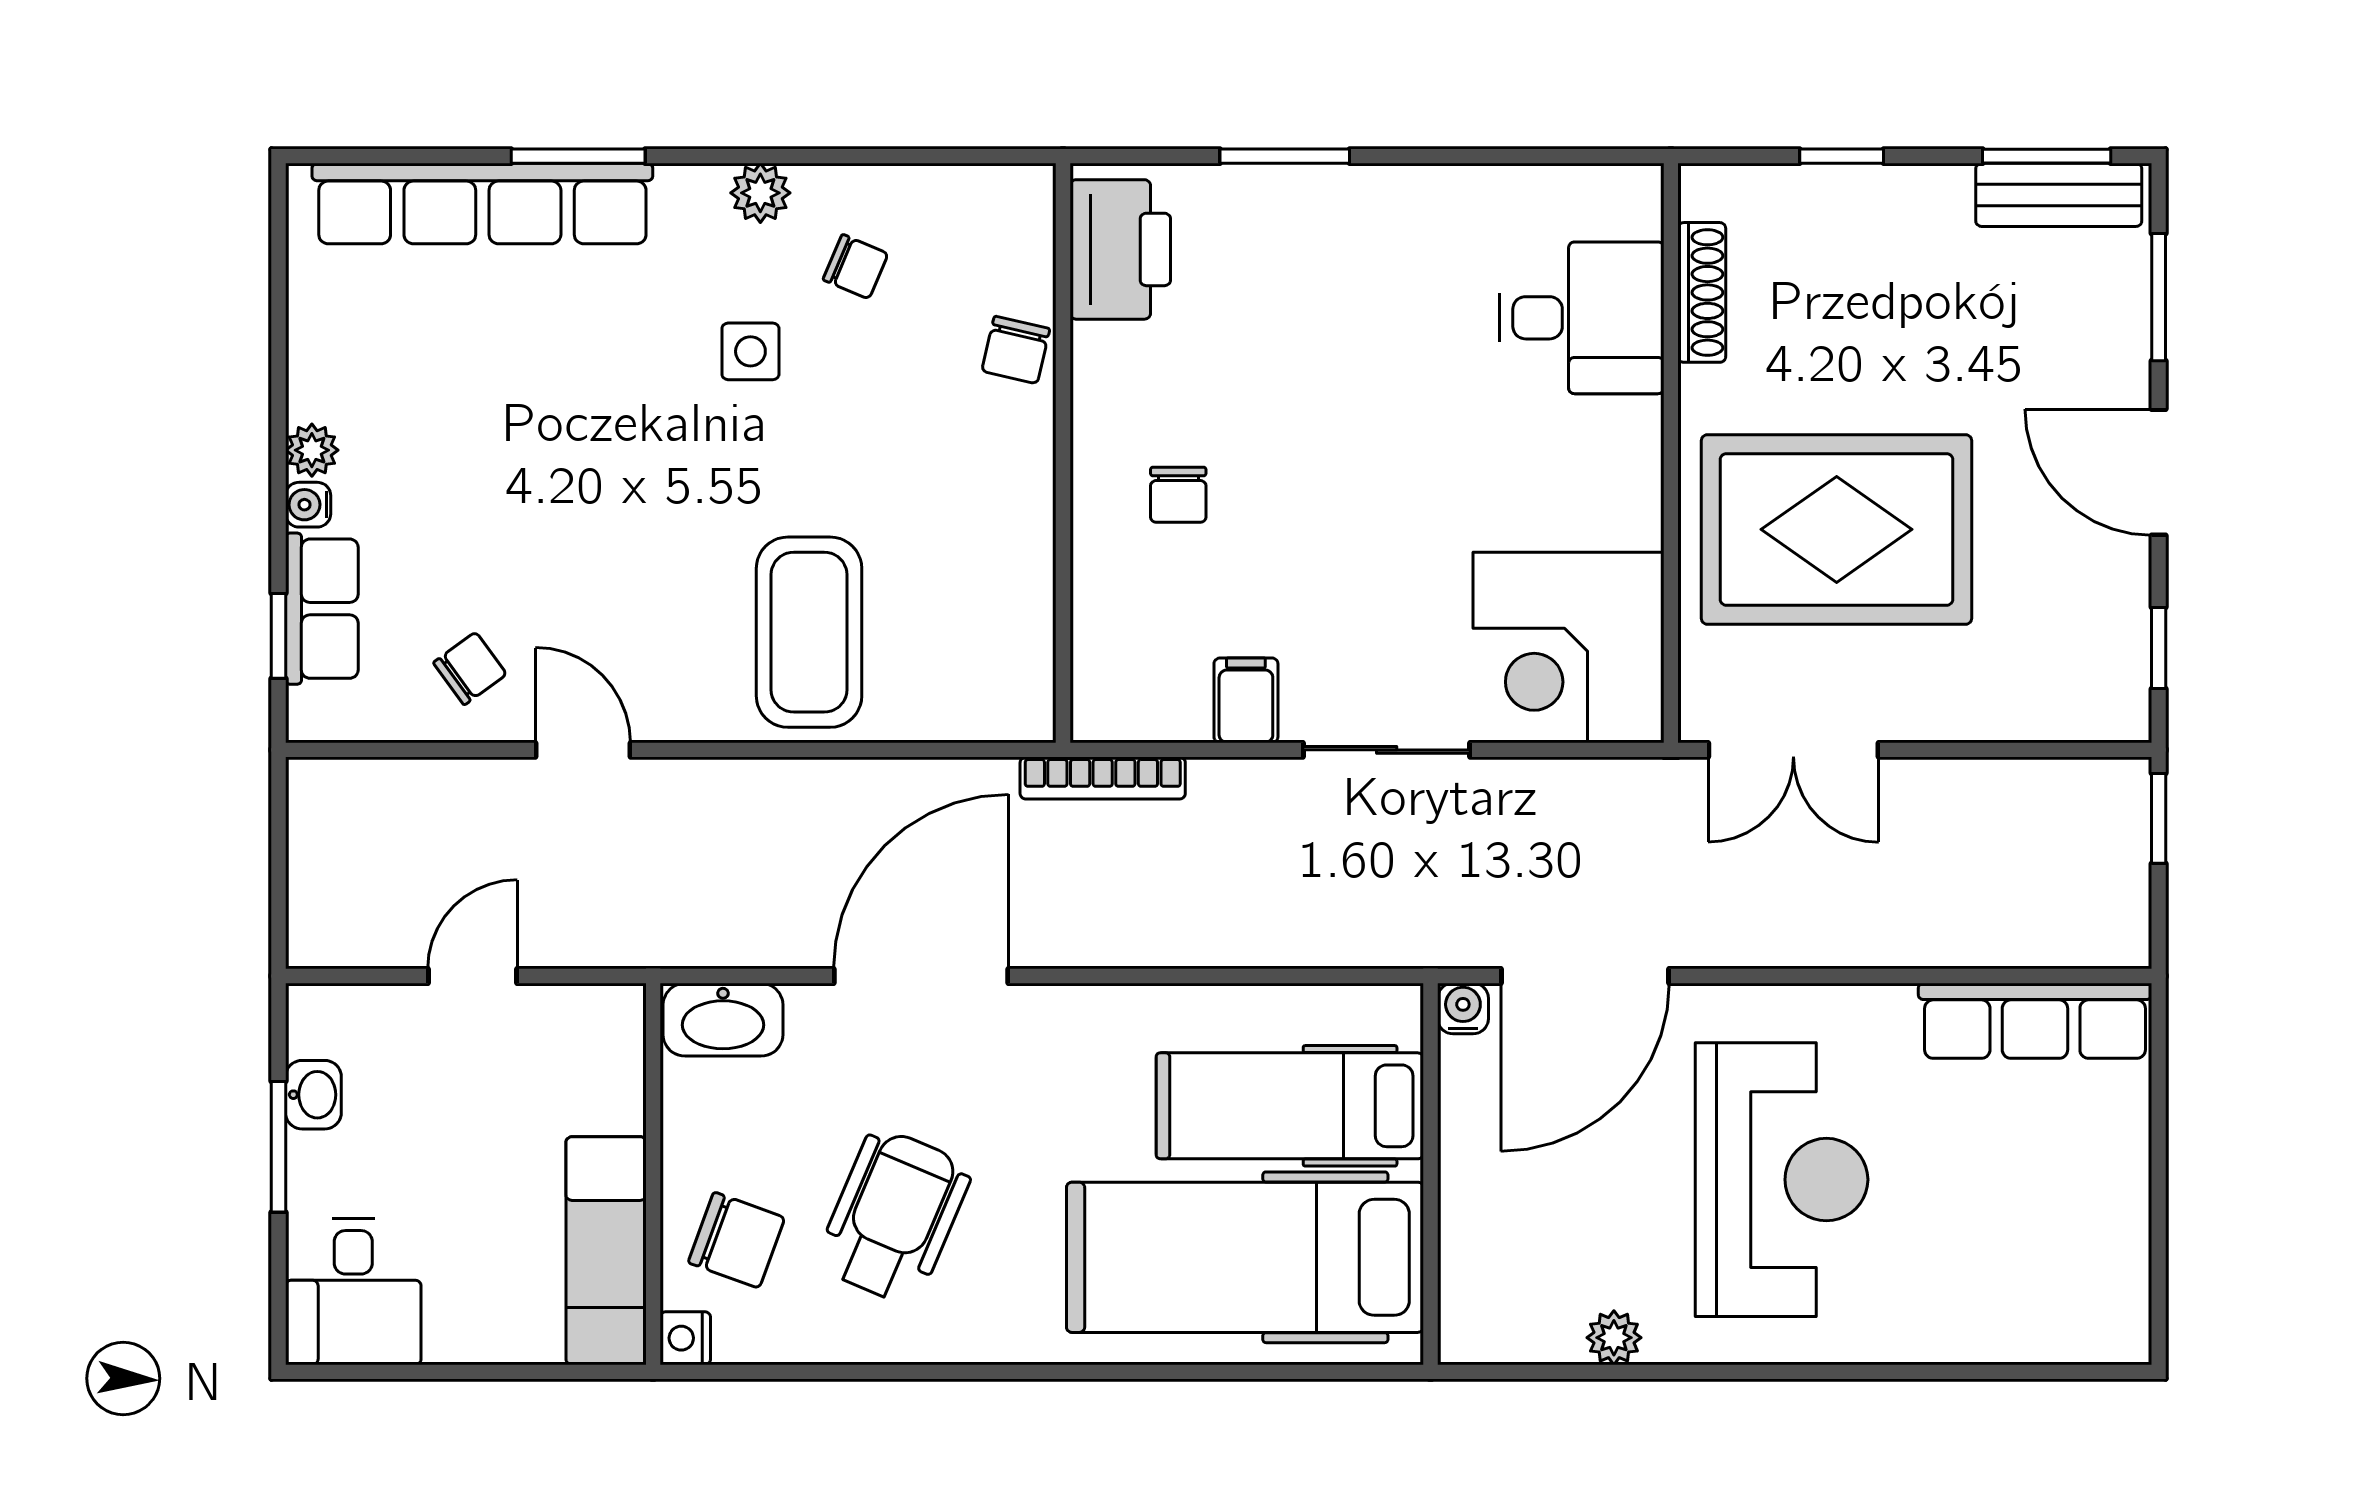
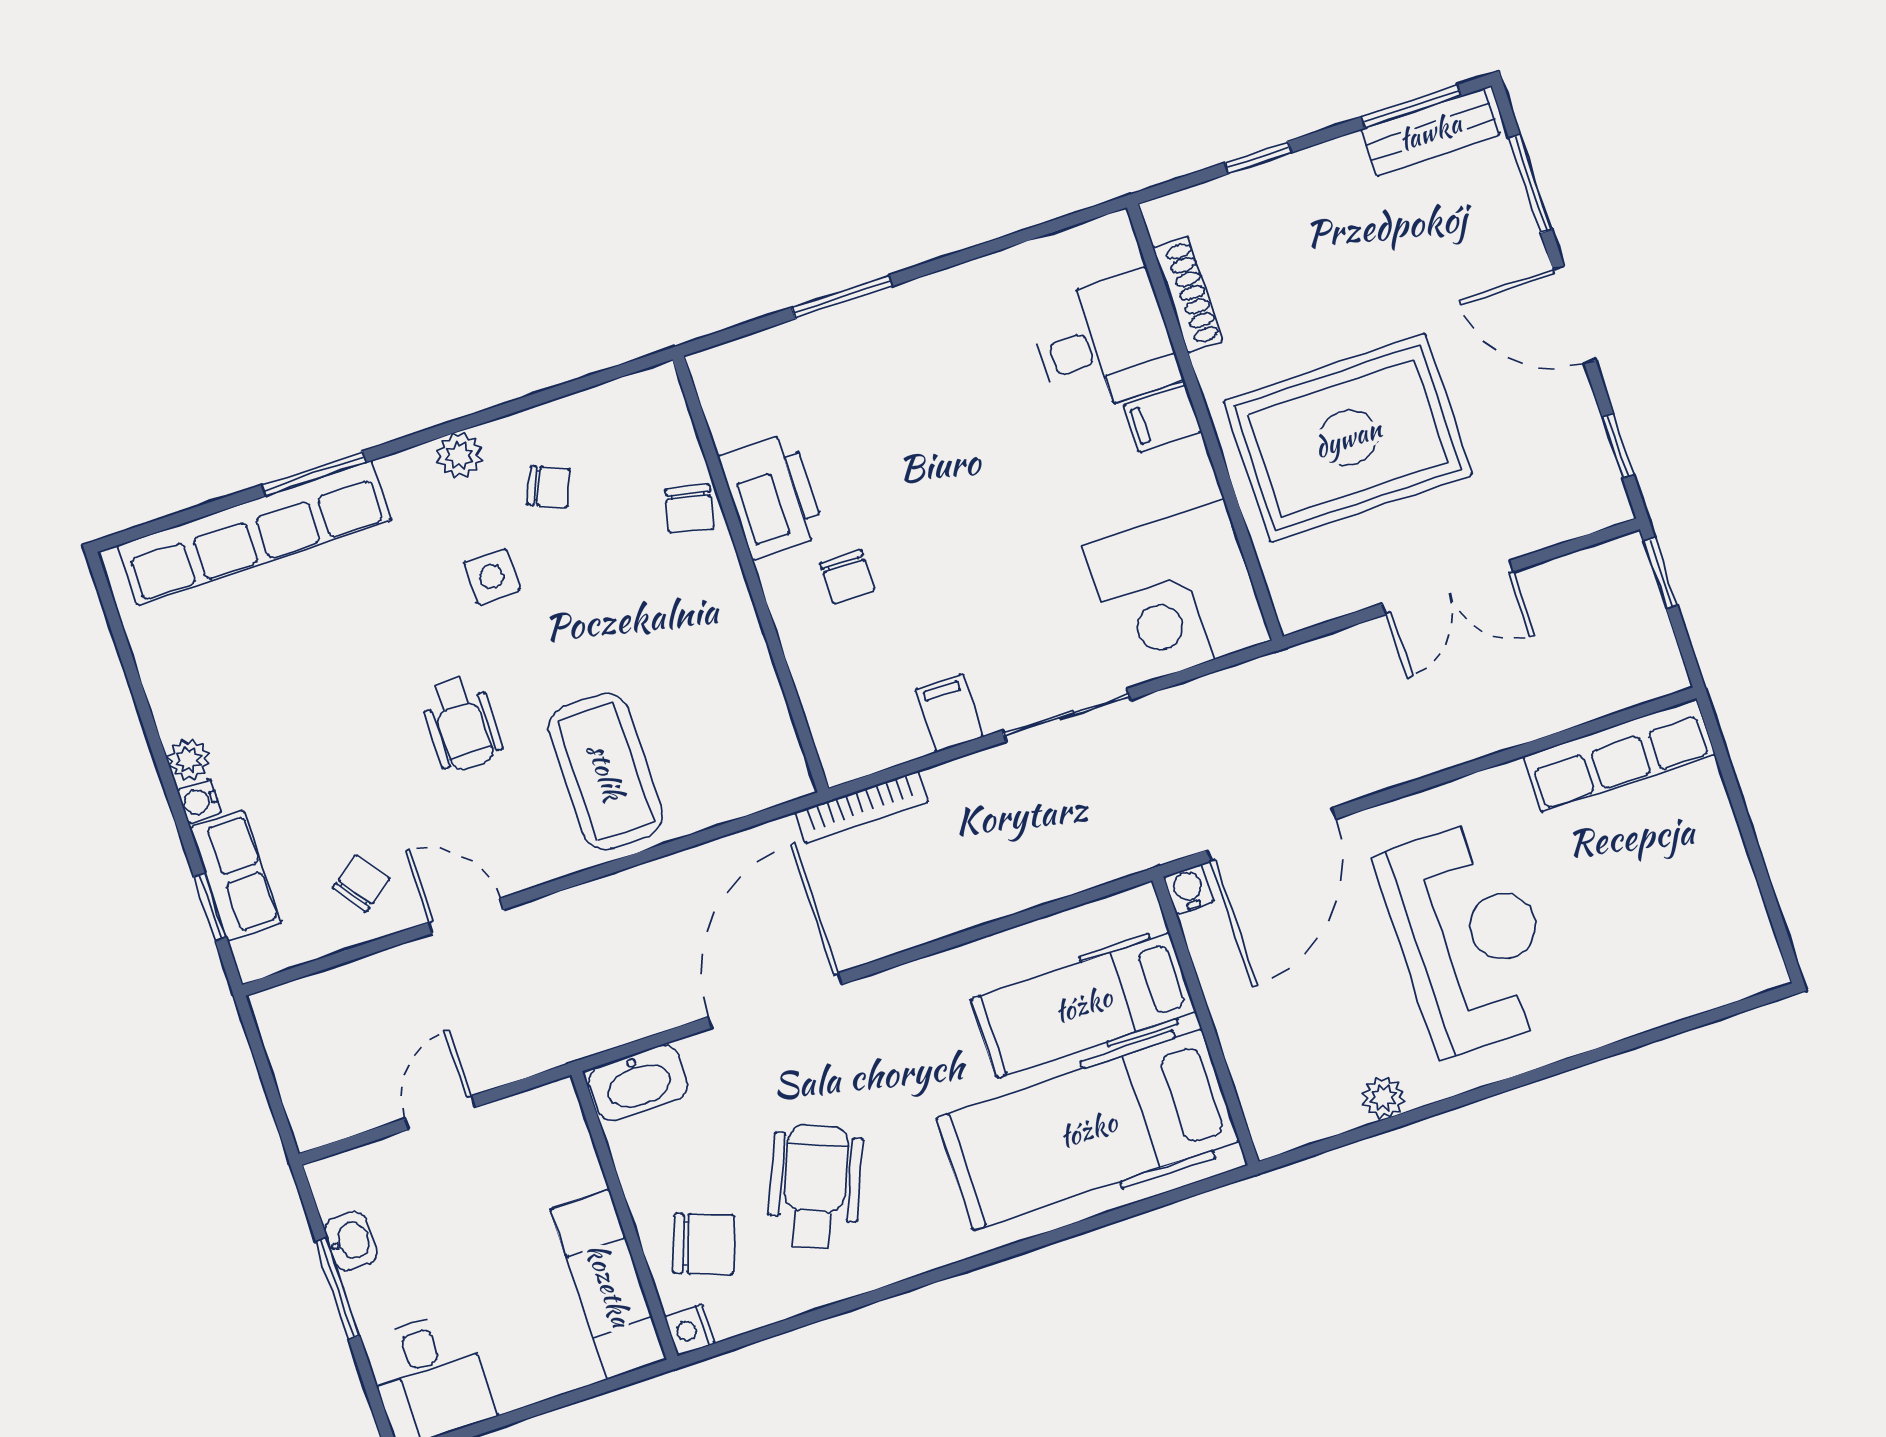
printer: (1120, 249) -> (772, 496), moved
filing cabinet: (1621, 431) -> (1162, 418), added
wheelchair: (655, 517) -> (461, 724), added
double door: (1793, 750) -> (1448, 588), moved

